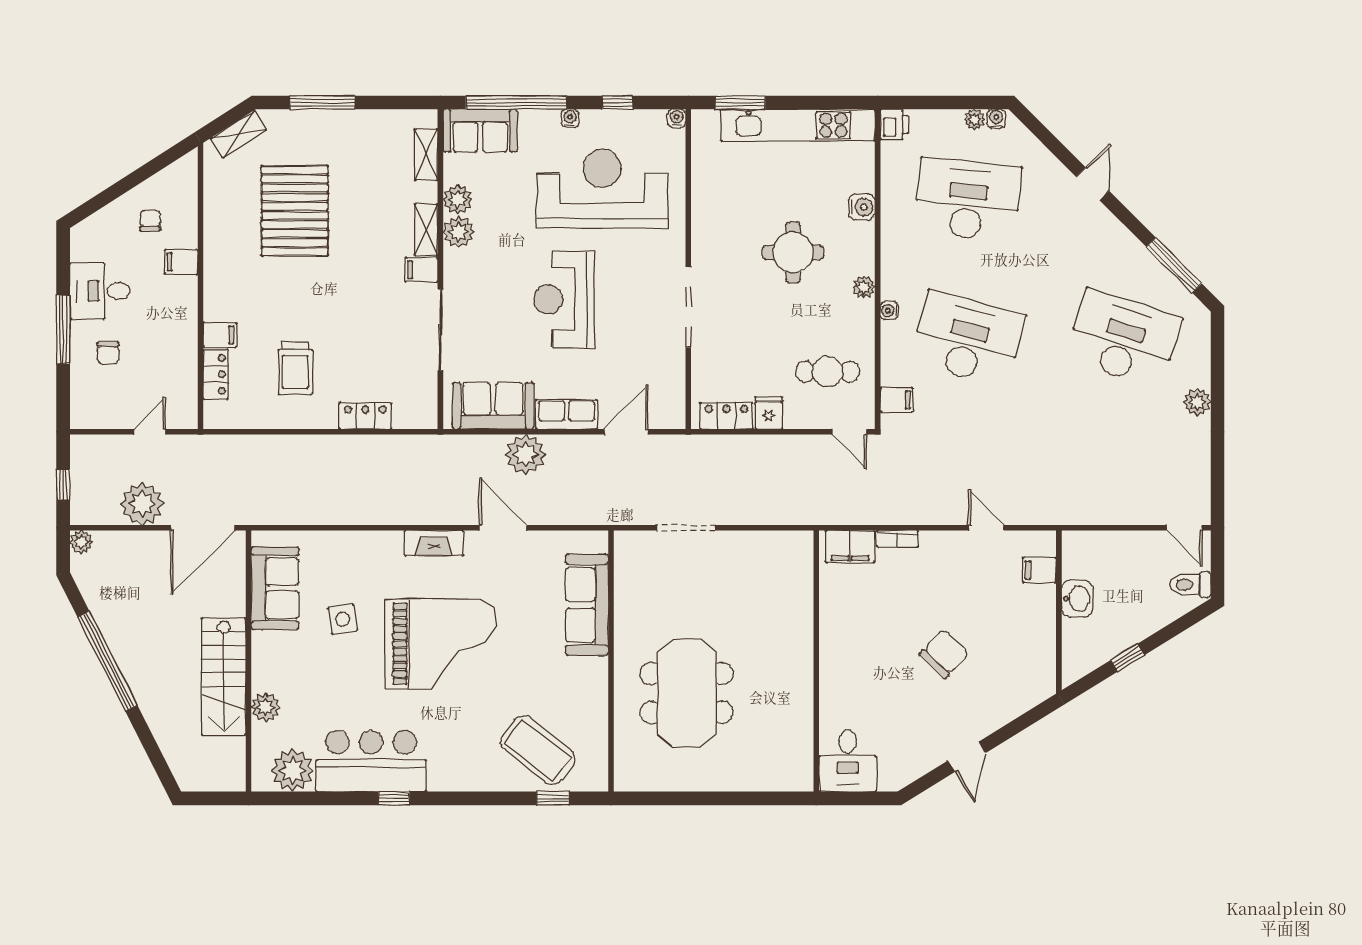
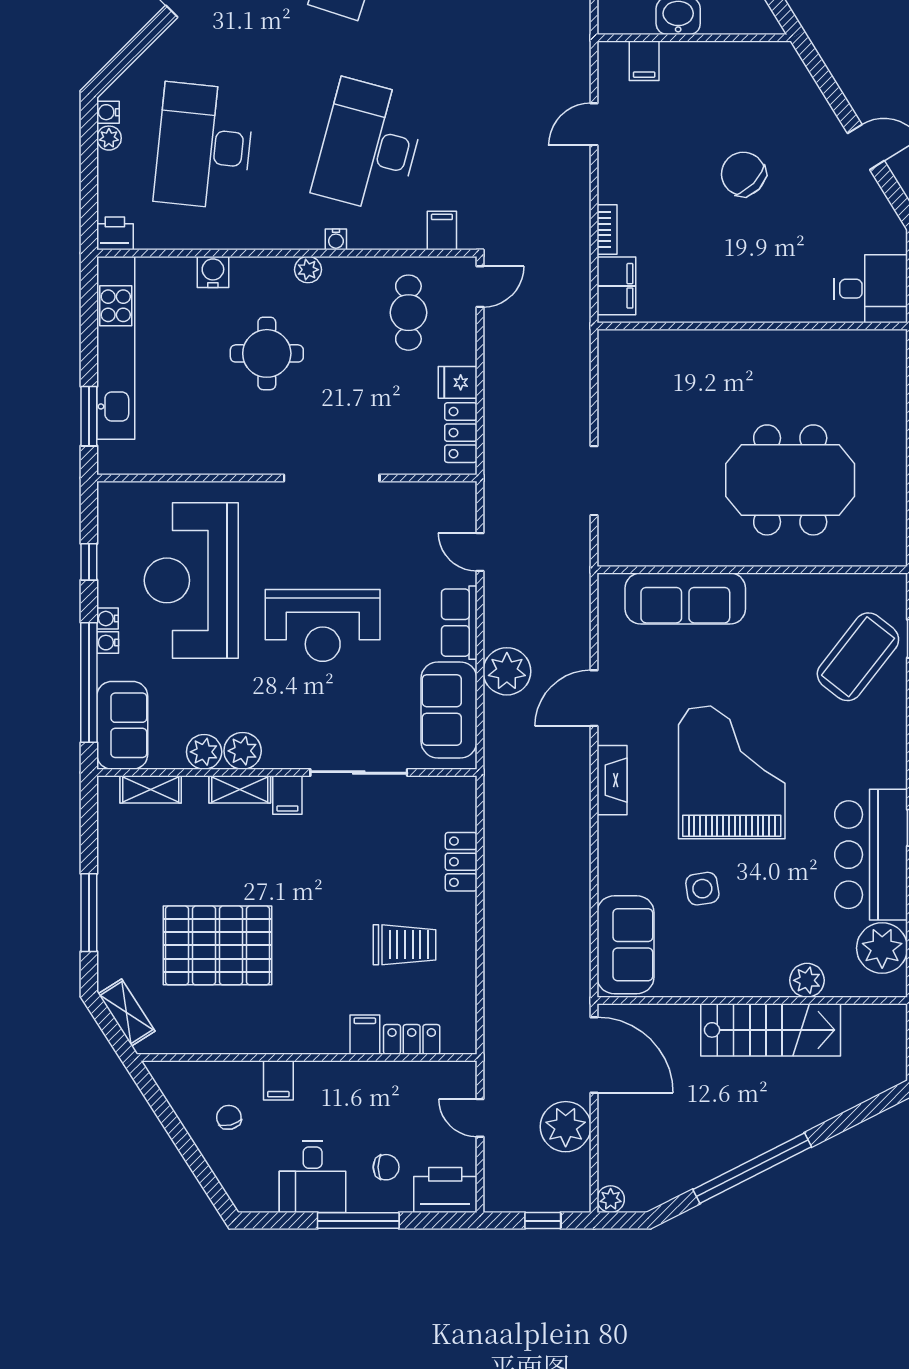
water cooler: (677, 118) -> (108, 643), moved
chair: (150, 220) -> (229, 1117), turned 76
printer: (89, 403) -> (445, 1190), added
door: (626, 432) -> (480, 552), width x0.73
sofa: (275, 588) -> (626, 945), moved, turned 90

